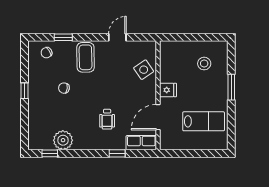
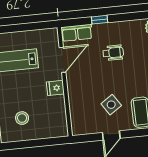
side table: (144, 70) -> (111, 105), moved
wheelchair: (107, 119) -> (113, 53), turned 90

